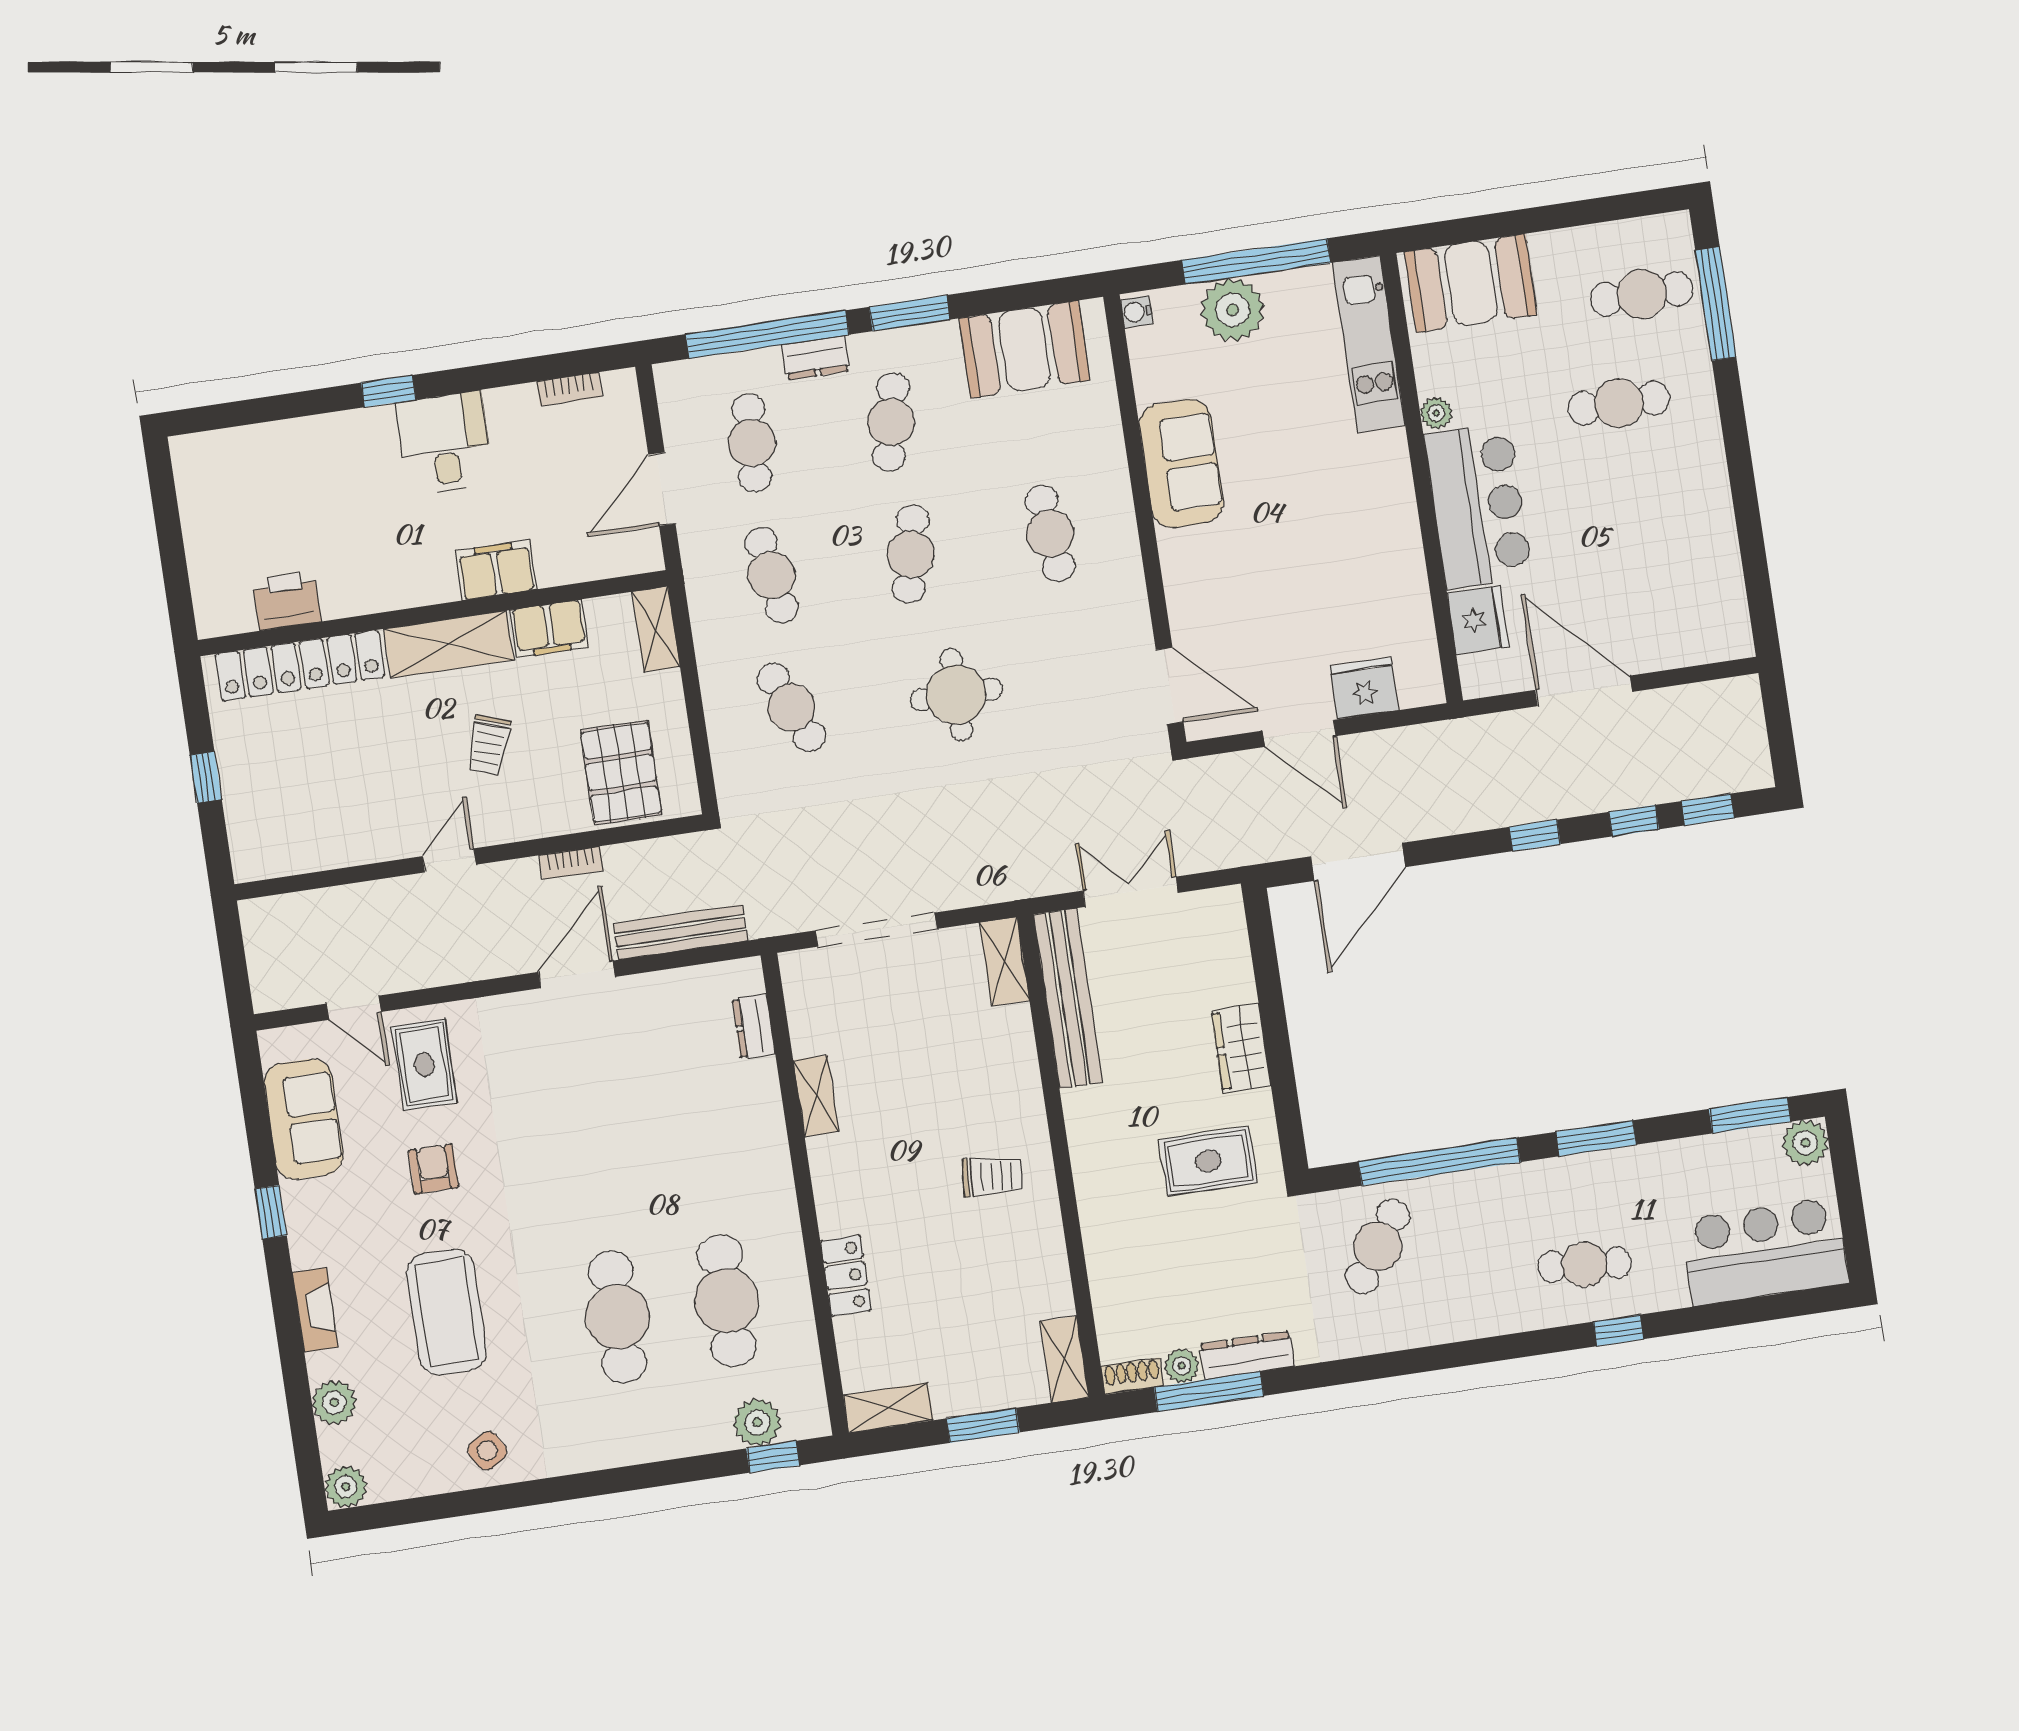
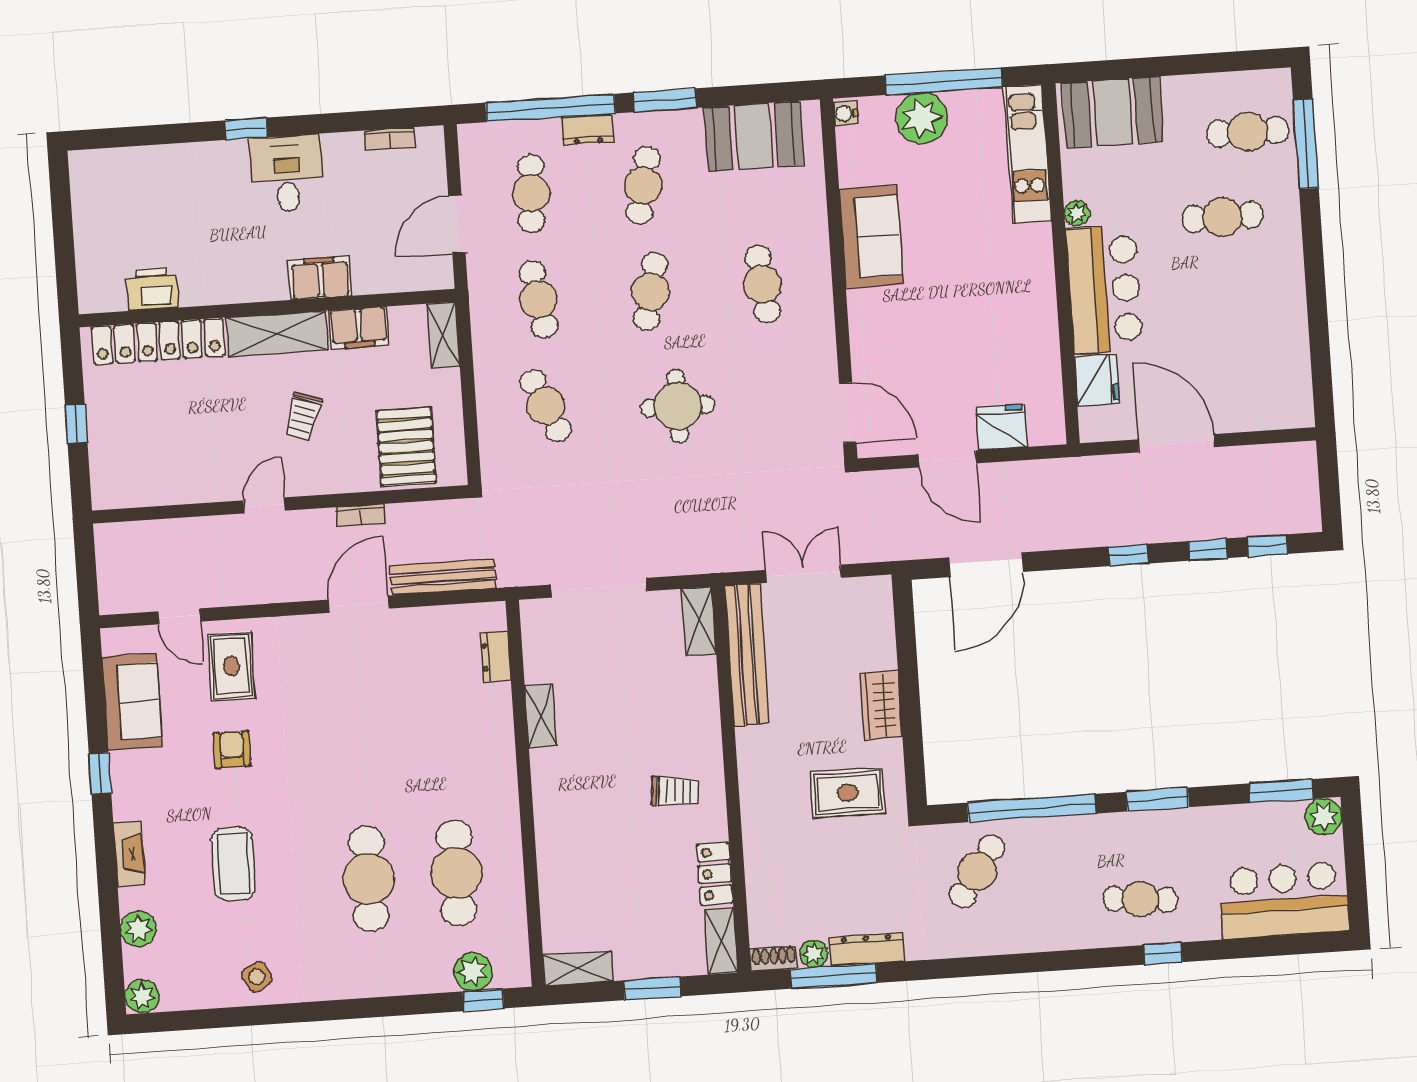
locker: (846, 1276) -> (715, 874), moved, turned 180
coffee table: (447, 1312) -> (233, 864), width x0.73, depth x0.76

